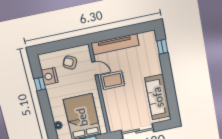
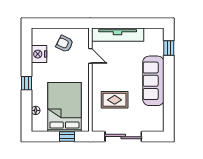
rug: (113, 80) -> (115, 100), moved
window: (40, 84) -> (26, 83), moved
sofa: (158, 97) -> (153, 81), moved

